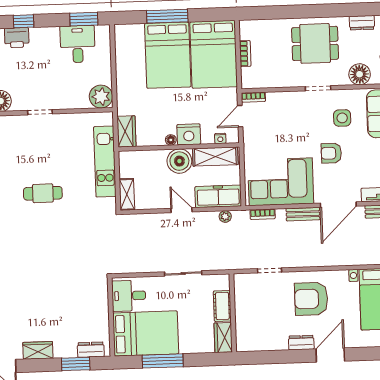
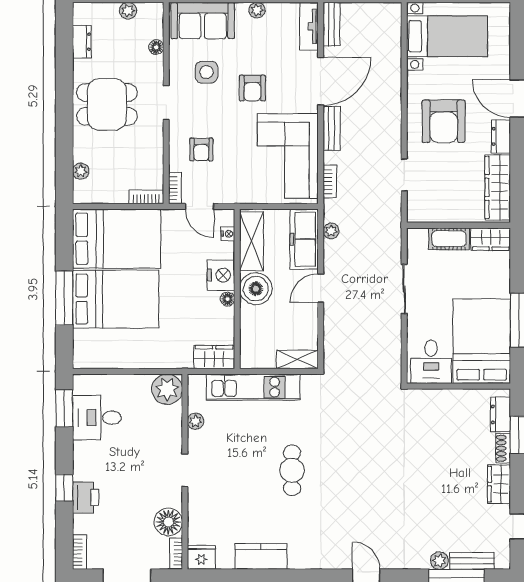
plant: (264, 25) -> (81, 171), added
dining table: (315, 43) -> (107, 104), turned 90
bookcase: (245, 54) -> (146, 197), moved
floor lamp: (360, 74) -> (156, 47), width x0.53, depth x0.53
armchair: (283, 116) -> (201, 150), added
plant: (78, 119) -> (196, 421), added
door: (338, 205) -> (321, 81), hinge flipped
wardrobe: (262, 341) -> (498, 187), added
shoe rack: (65, 353) -> (503, 448), added

